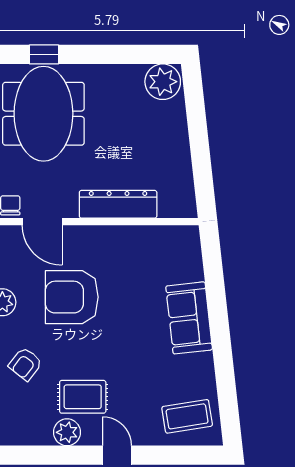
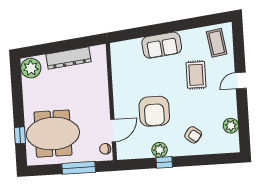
dresser: (118, 204) -> (69, 58), moved, turned -96
rug: (83, 397) -> (196, 75), moved
plant: (67, 432) -> (231, 126), moved

